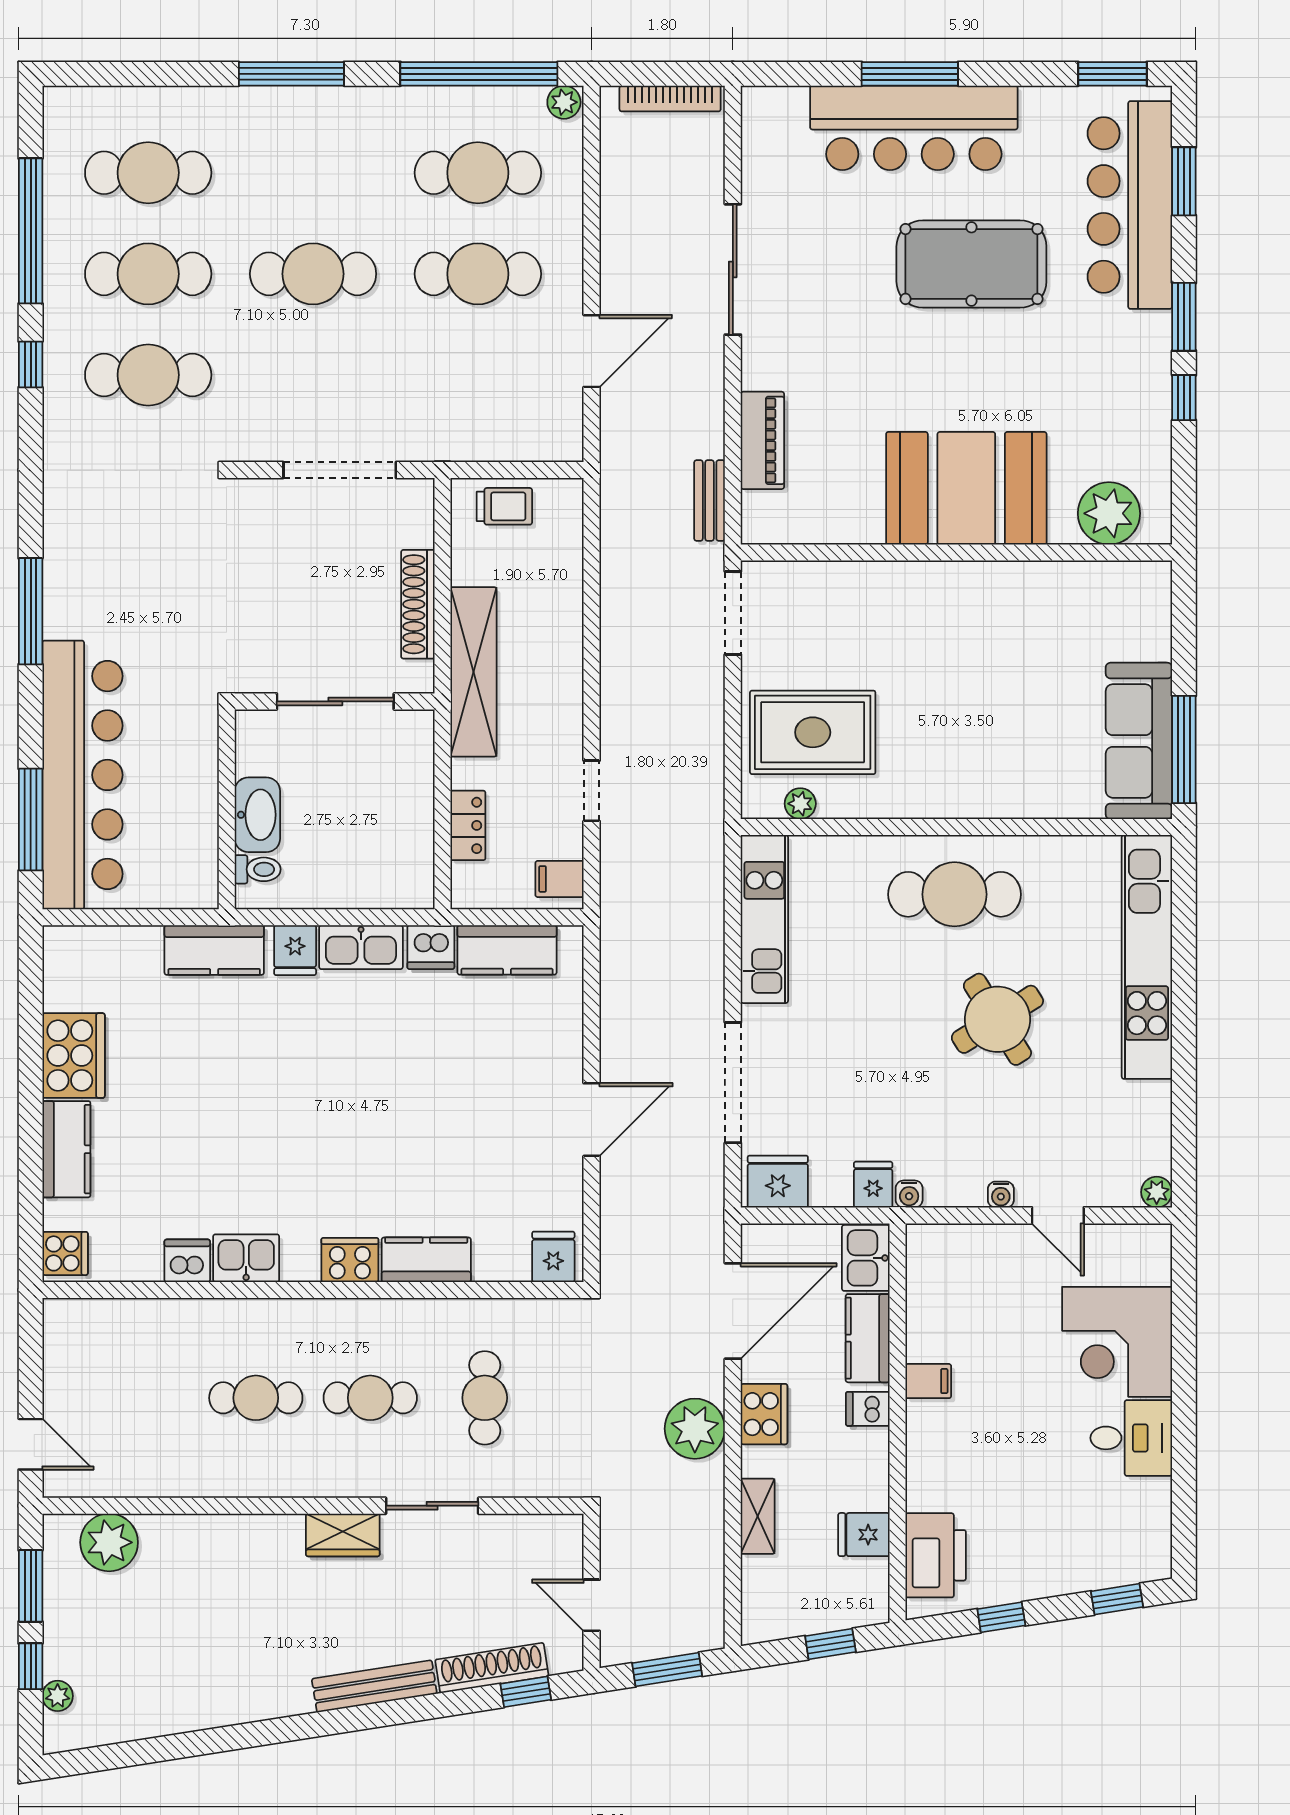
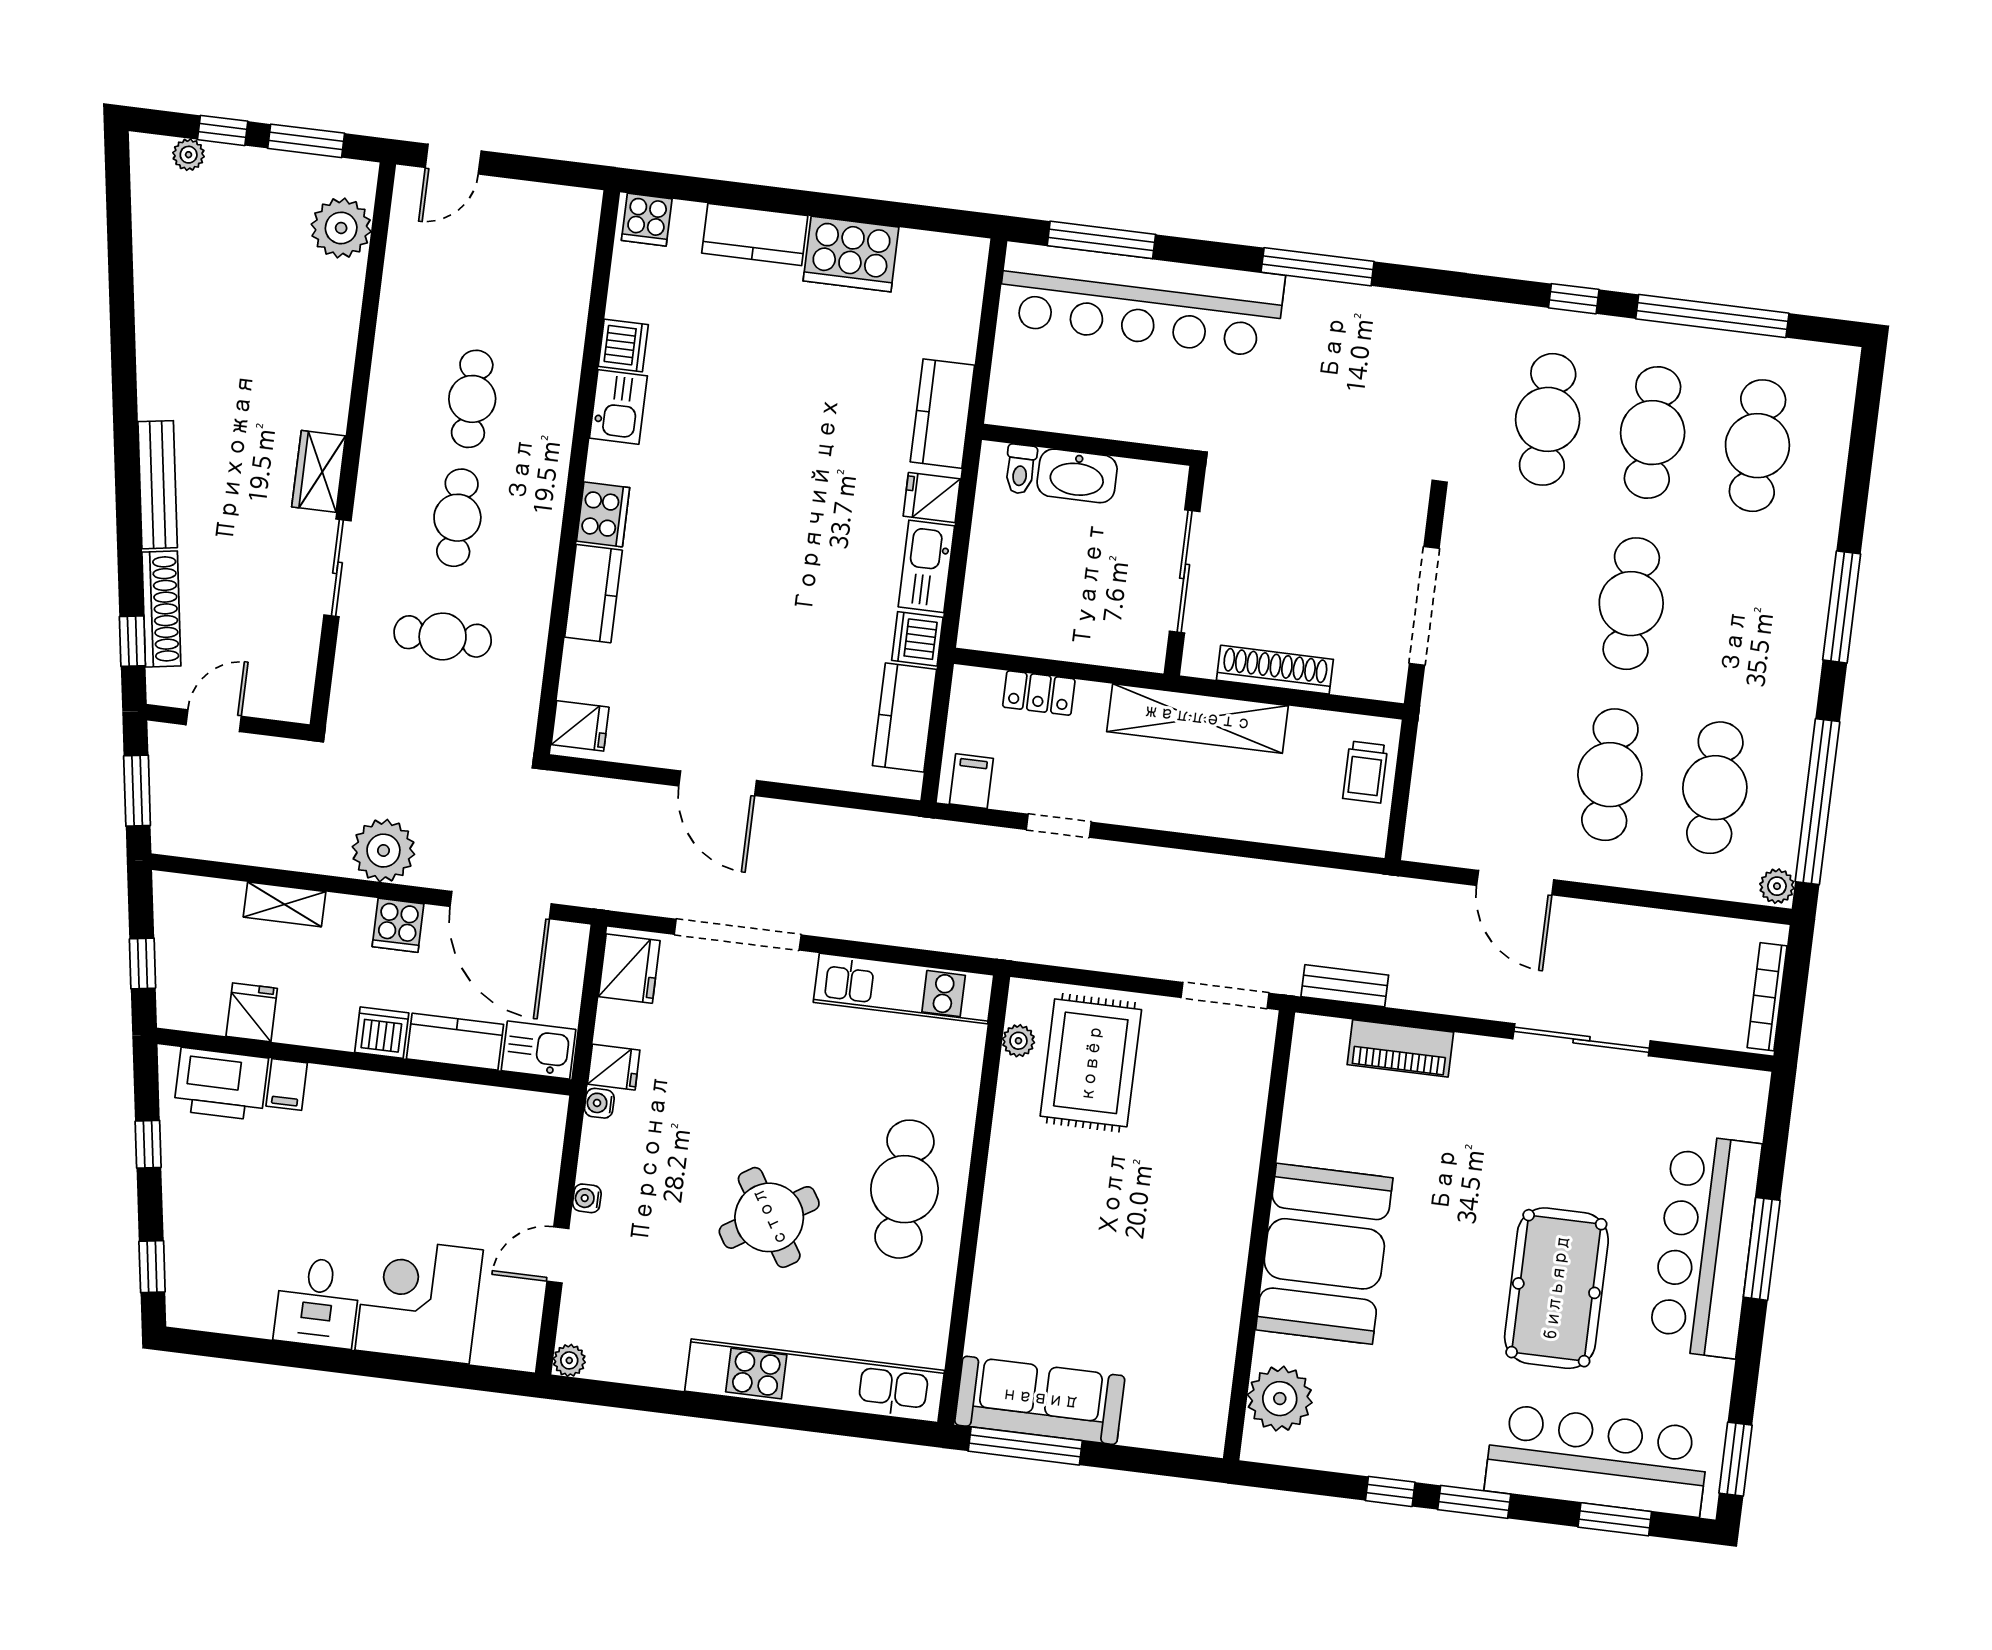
filing cabinet: (928, 1381) -> (287, 1085), moved
dishwasher: (868, 1409) -> (382, 1033), width x1.38
cooker: (764, 1414) -> (398, 925), width x0.73

